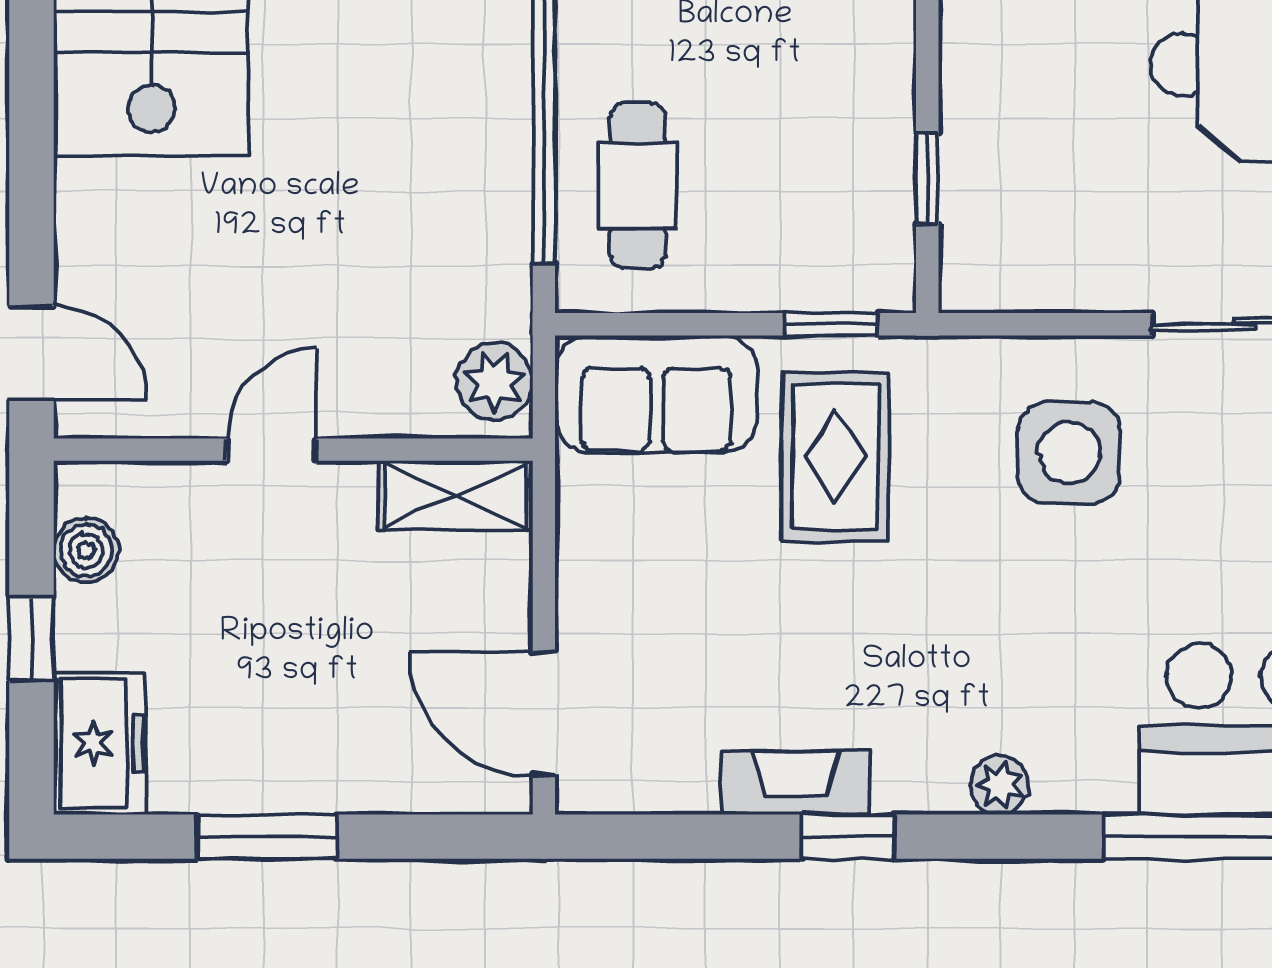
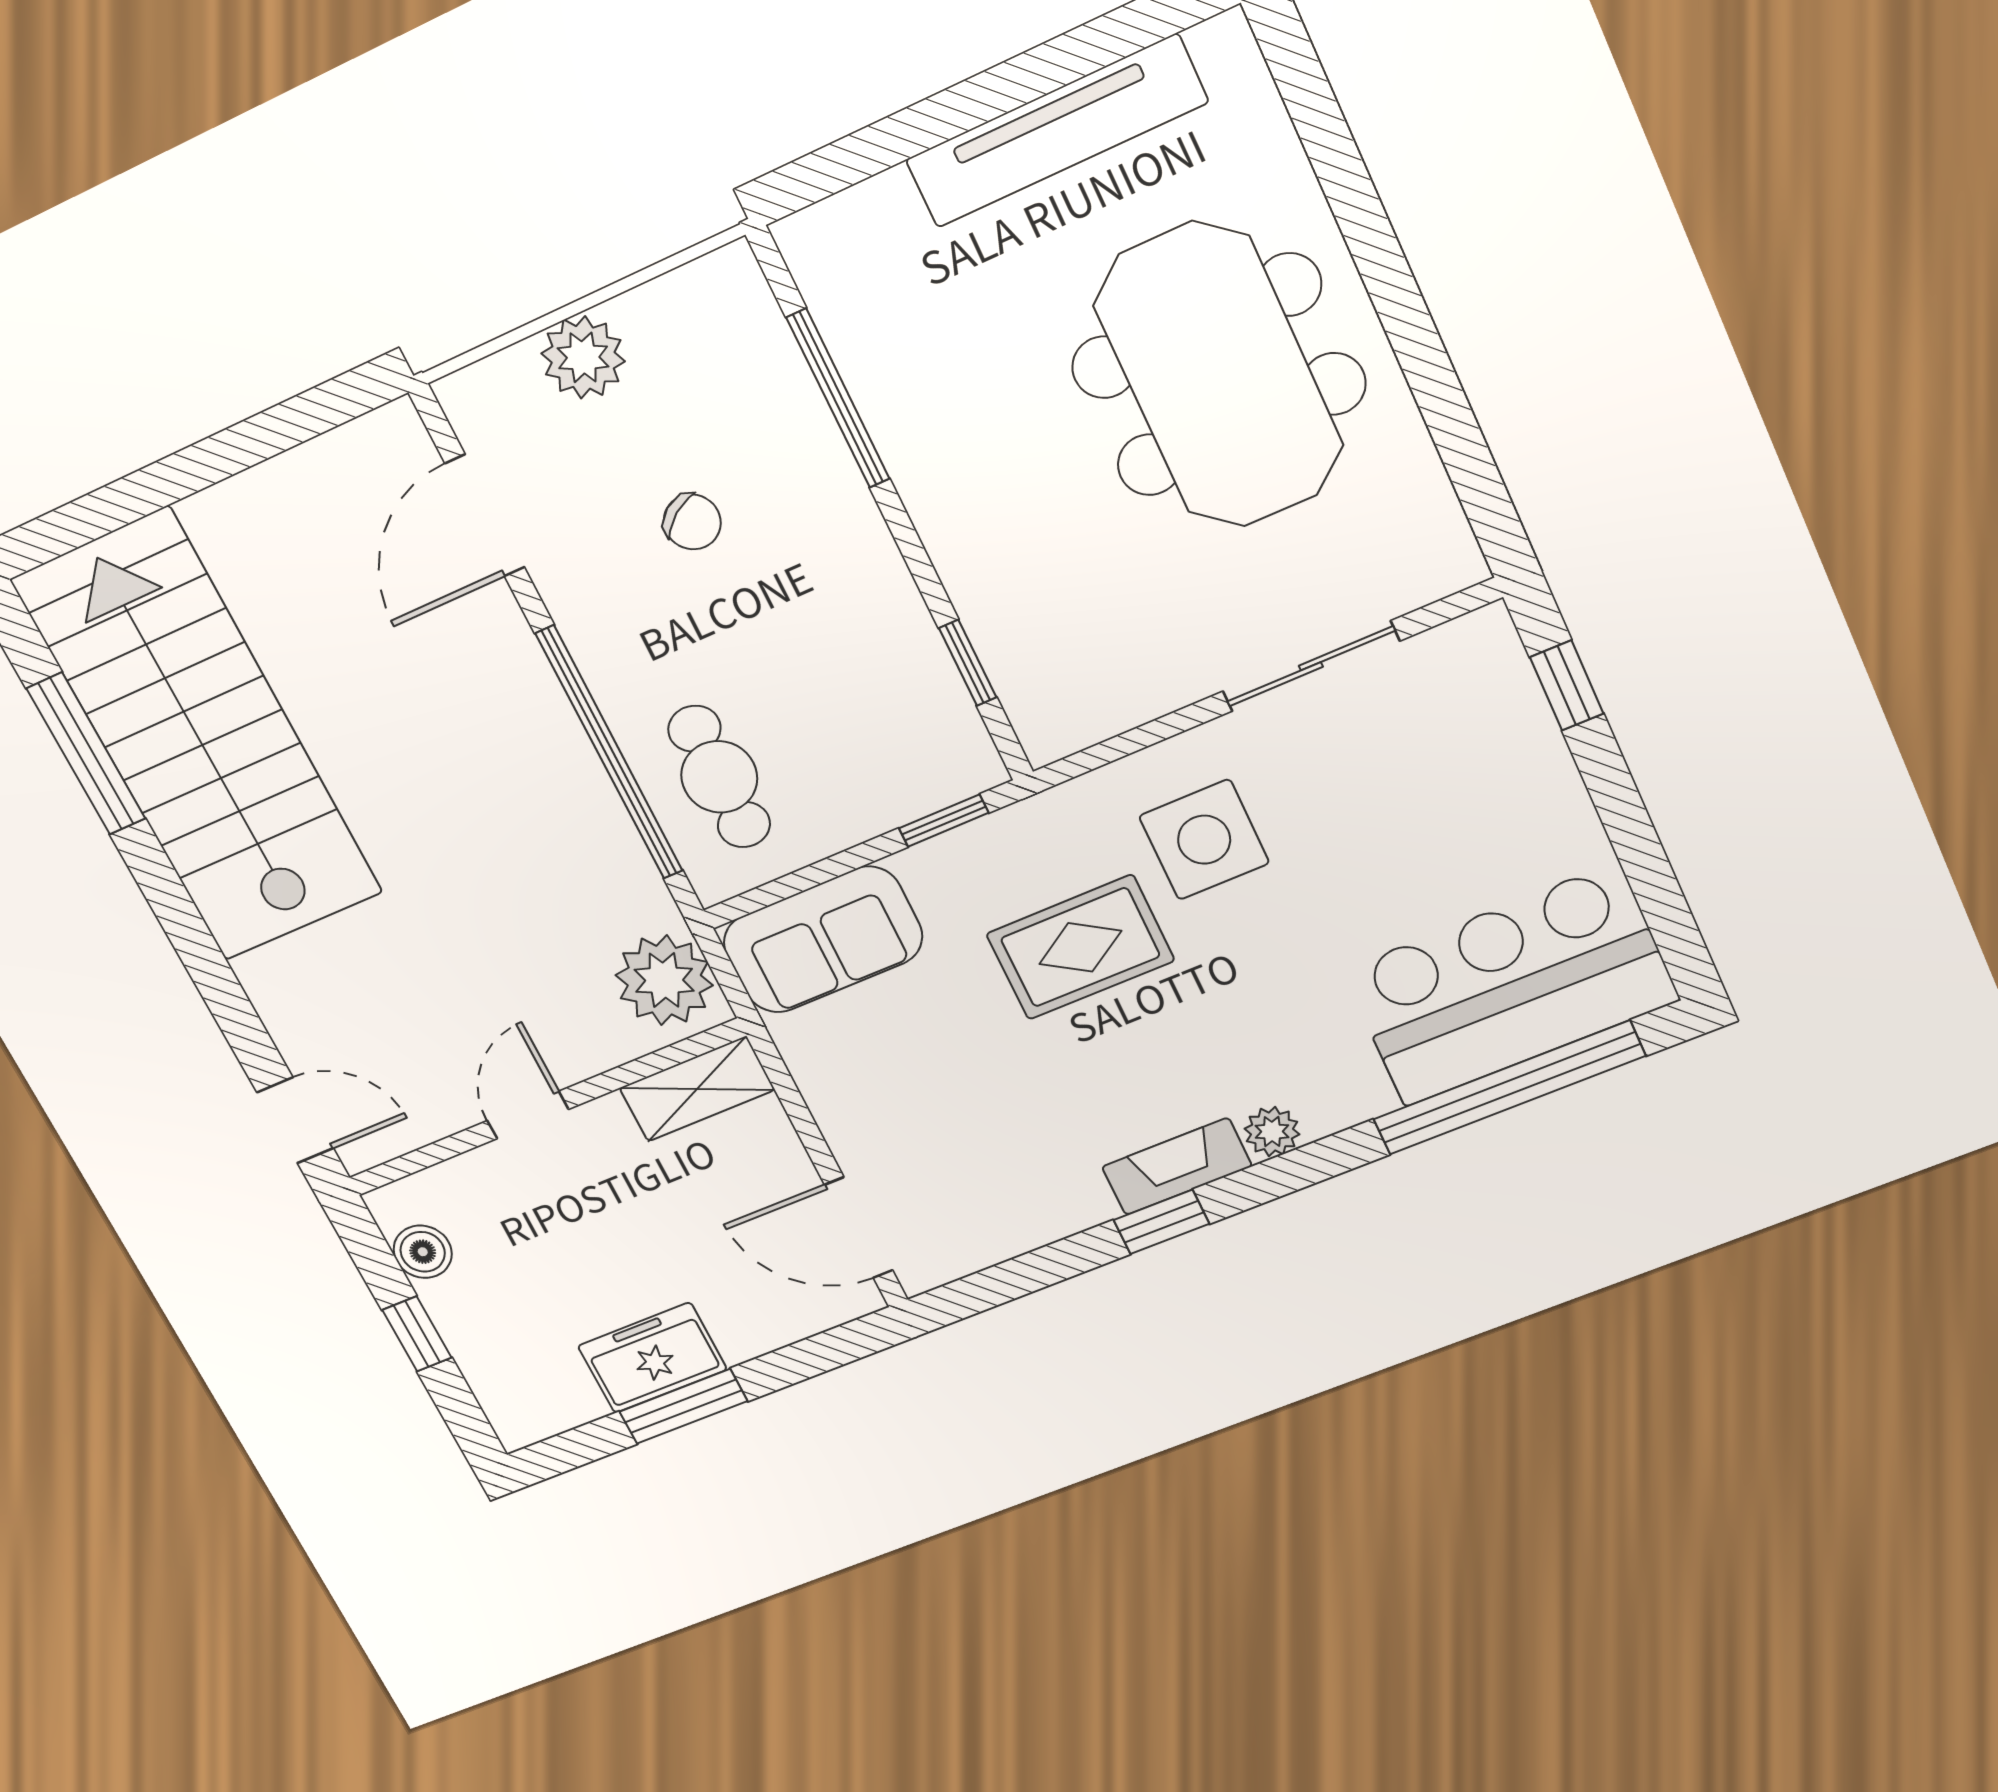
plant: (494, 382) -> (664, 980), width x1.36, depth x1.36
rug: (835, 456) -> (1080, 947), moved, turned 90
freezer: (100, 744) -> (652, 1358), moved, turned -90
fireplace: (796, 783) -> (1177, 1166), moved

